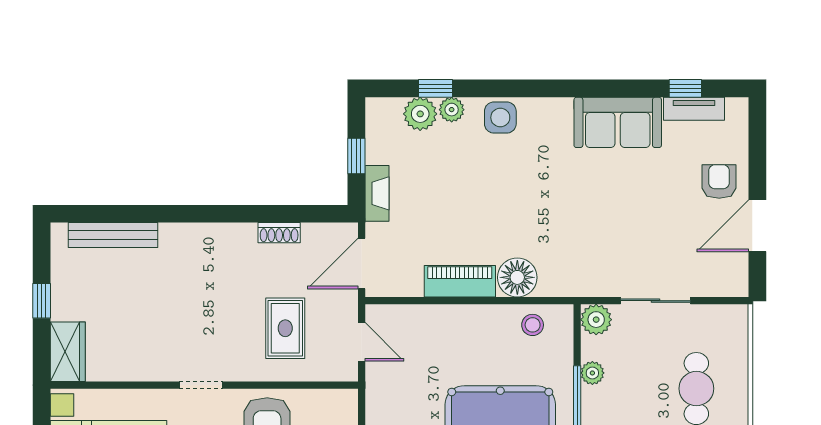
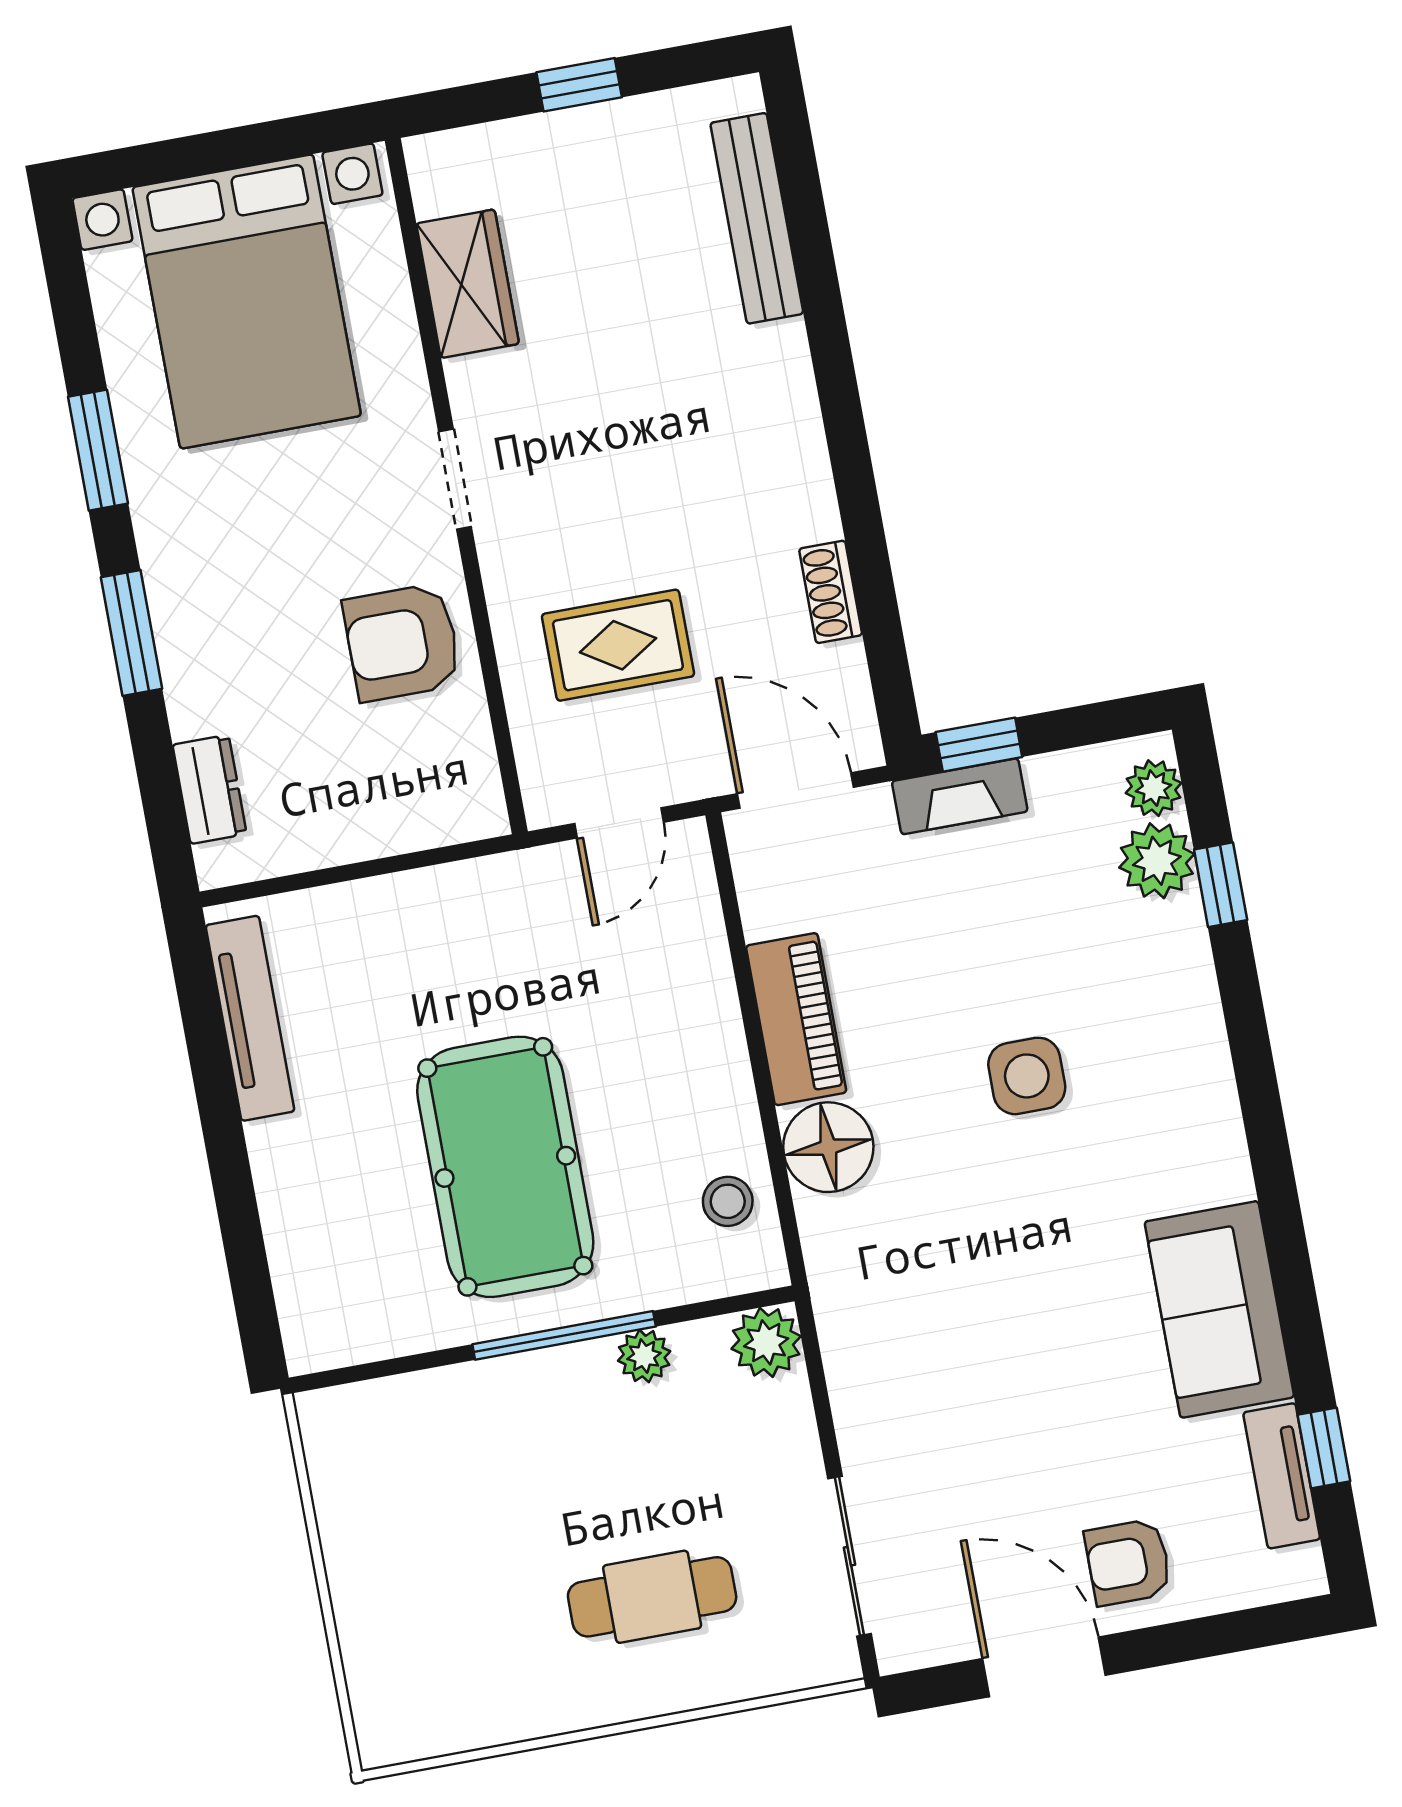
plant: (452, 110) -> (1154, 788), moved
side table: (500, 118) -> (1027, 1076), moved
window: (356, 156) -> (979, 745), moved
armchair: (719, 181) -> (1128, 1562), turned 180
sliding door: (655, 301) -> (849, 1556), moved
wardrobe: (68, 352) -> (468, 284), moved, turned -90

